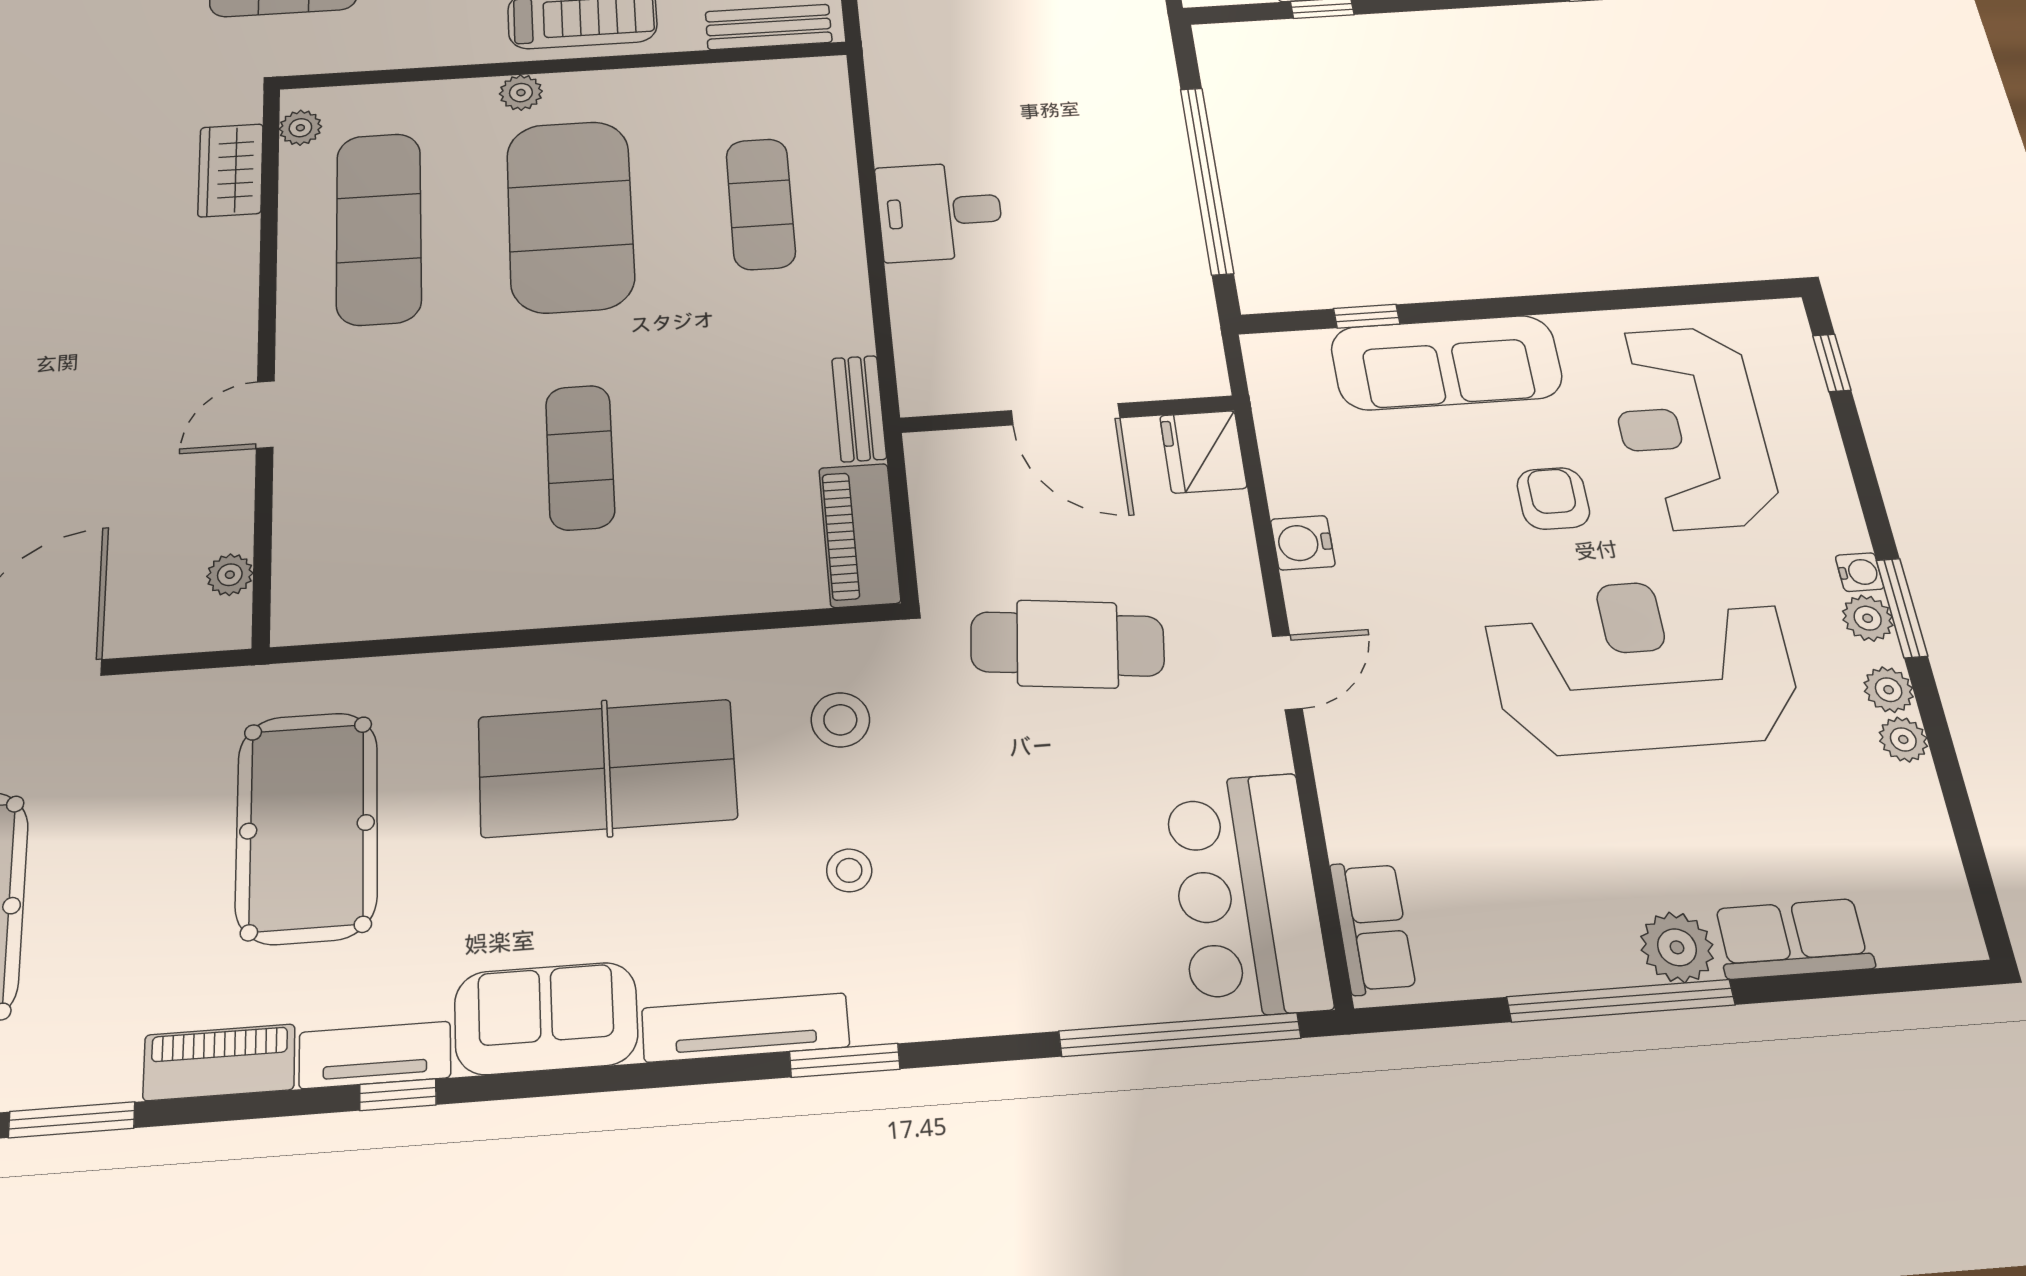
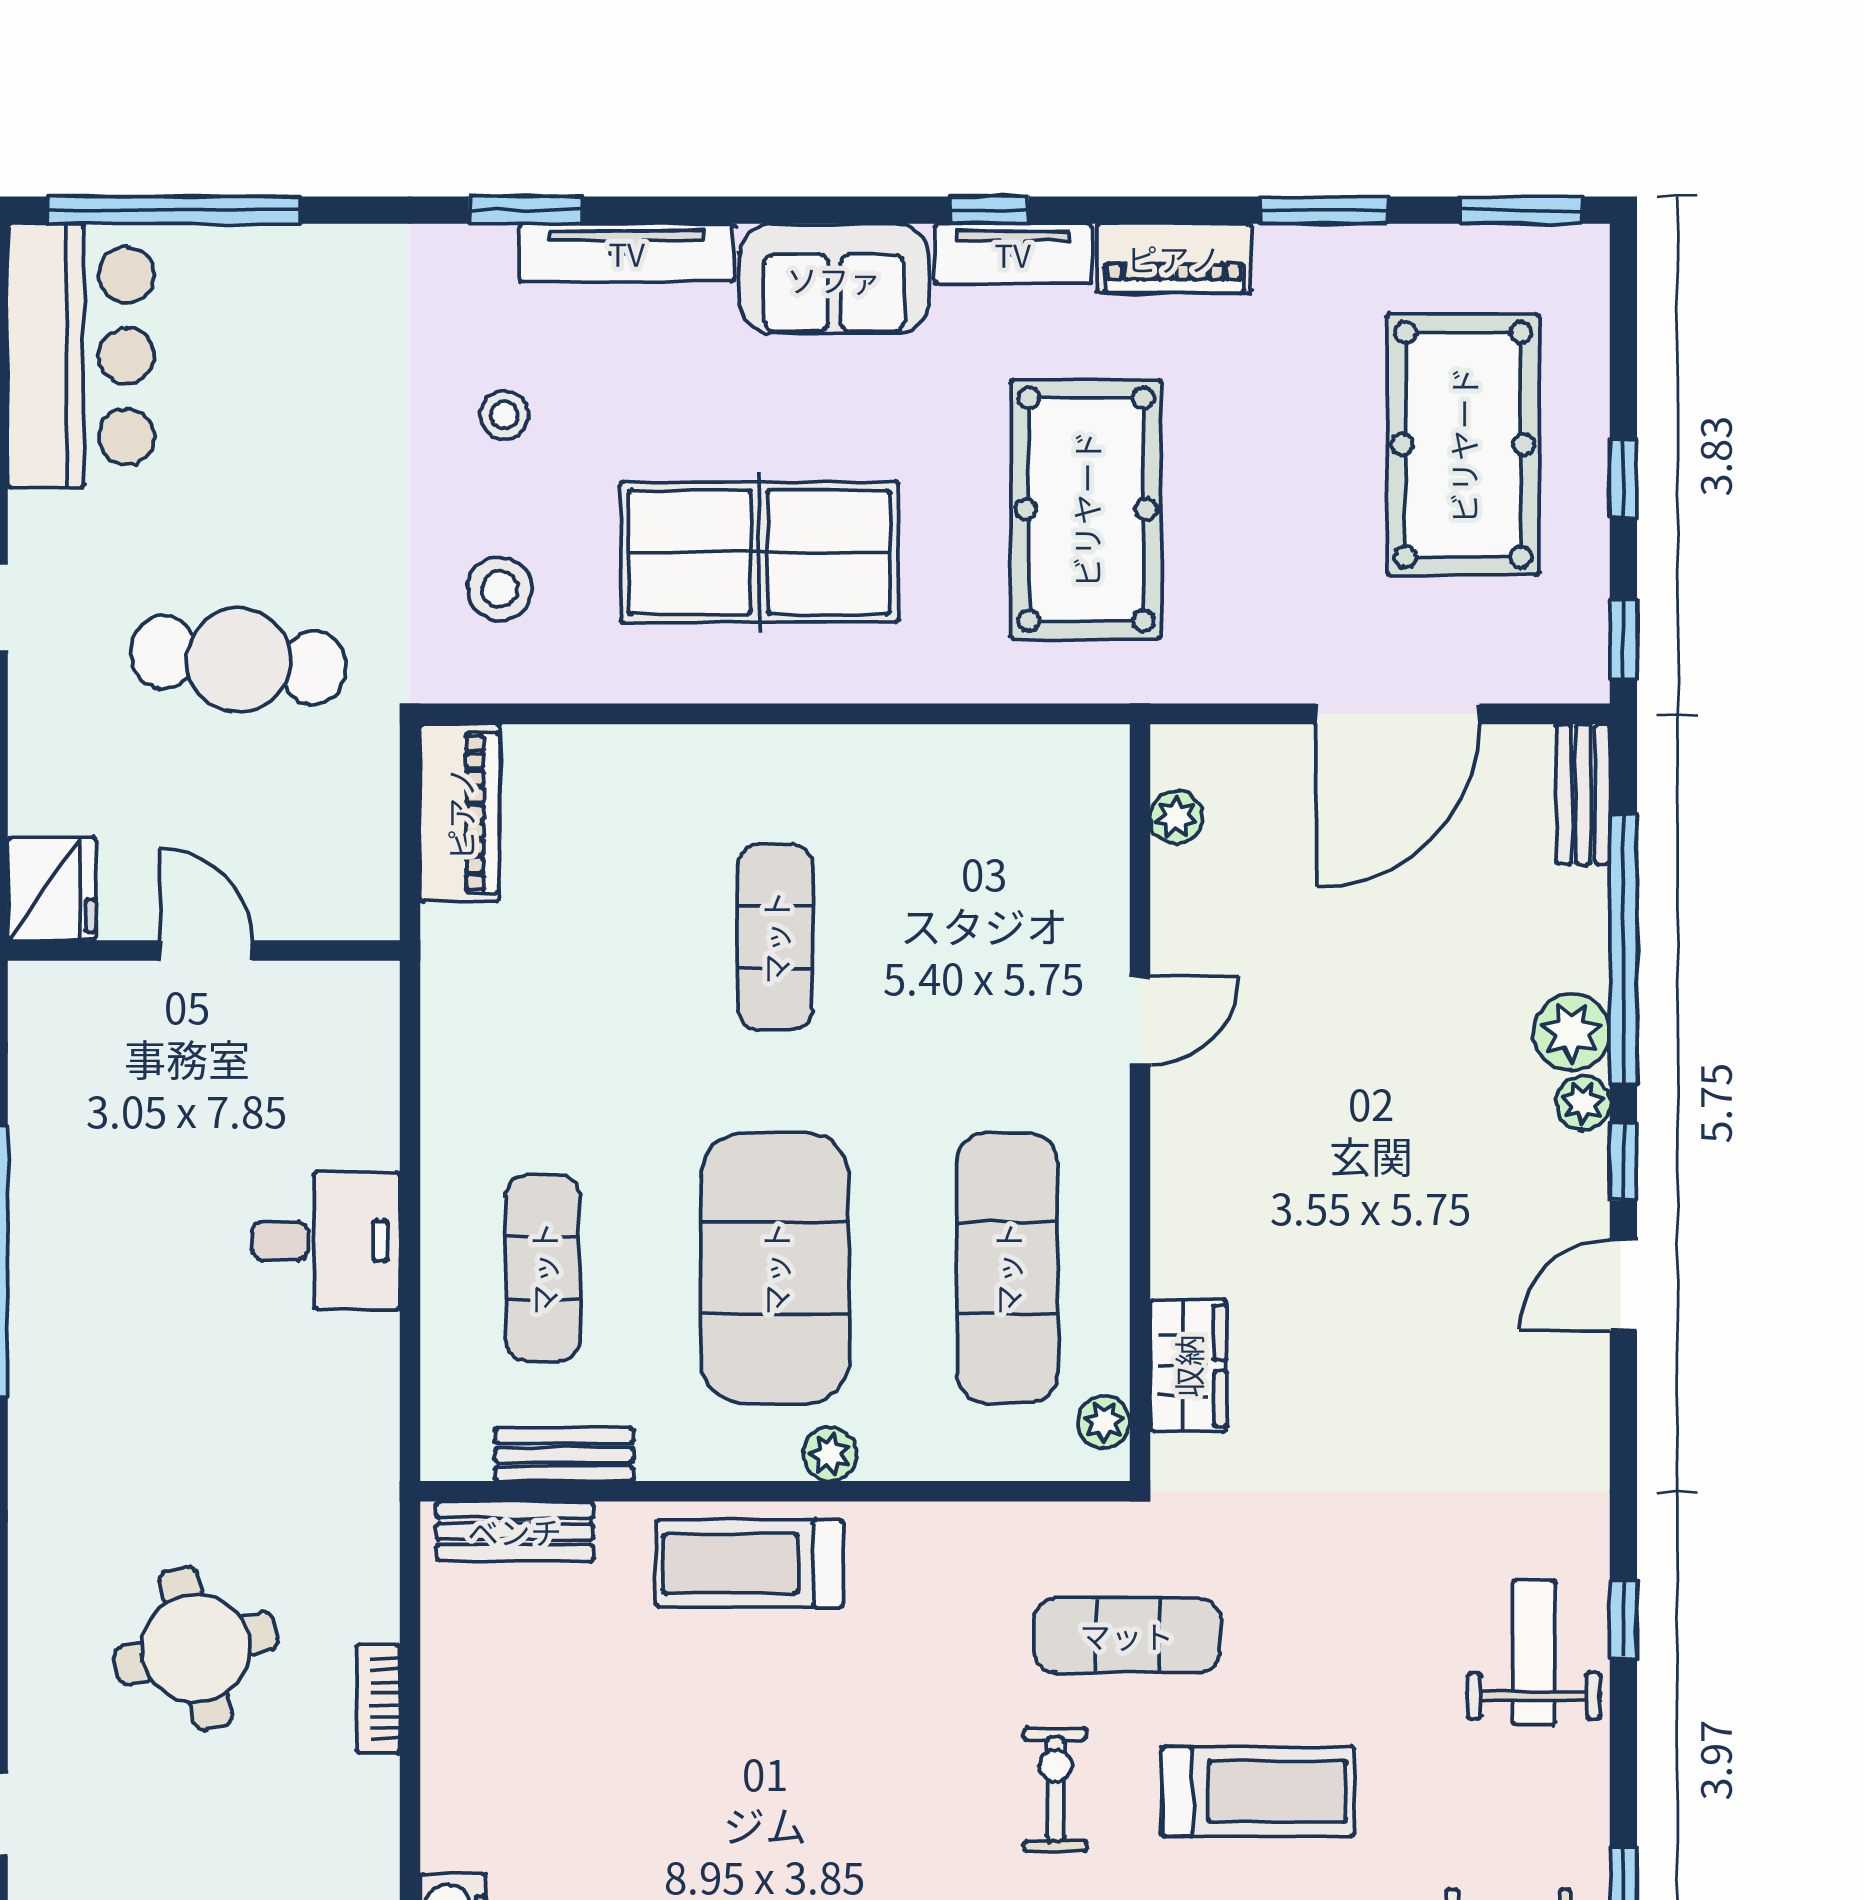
bench: (859, 408) -> (564, 1455), moved, turned 90
door: (1065, 414) -> (206, 950), width x0.73

